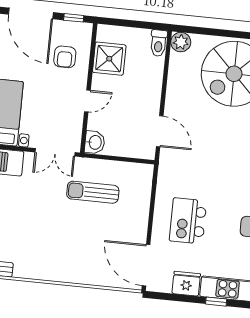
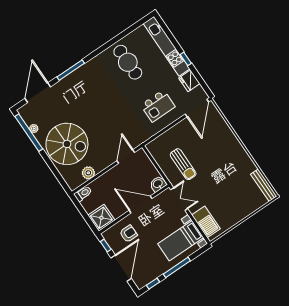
plant: (181, 42) -> (88, 173), moved
shower: (109, 59) -> (101, 218), moved
door: (87, 101) -> (141, 204), width x1.87

